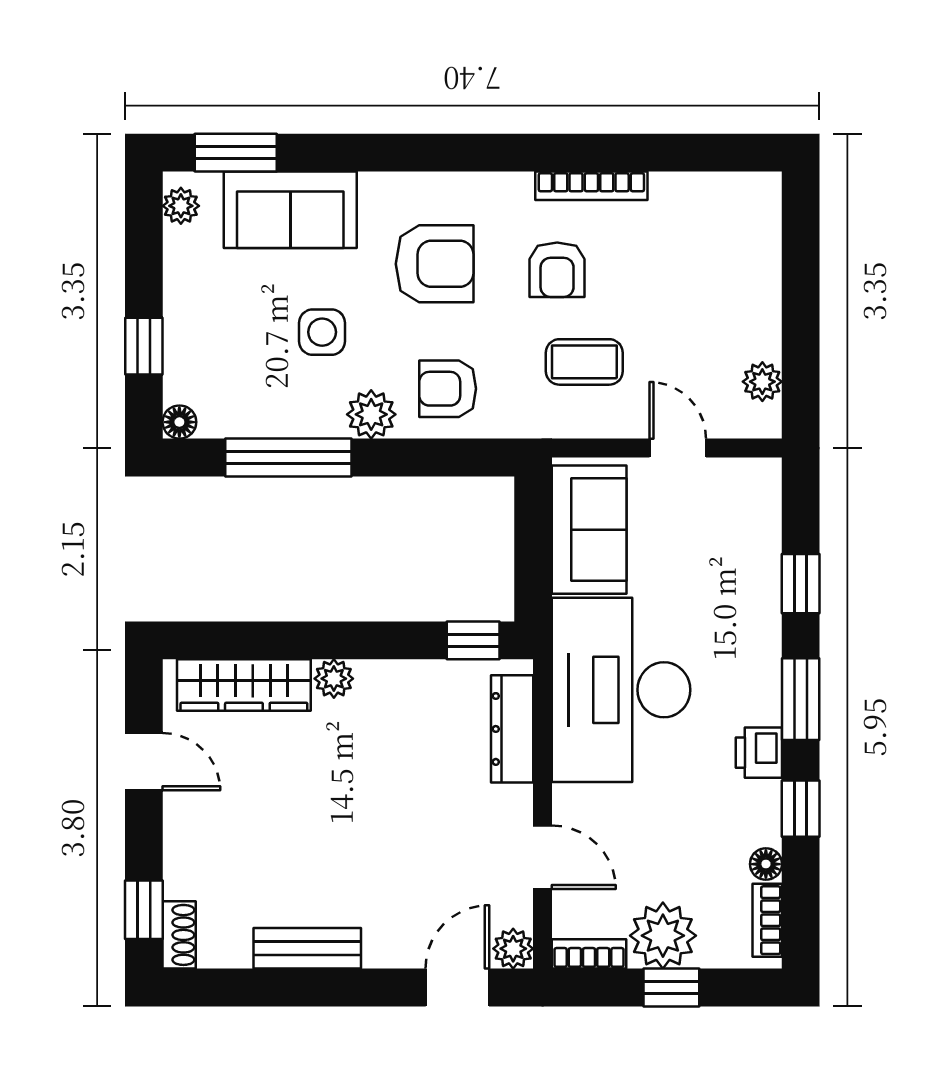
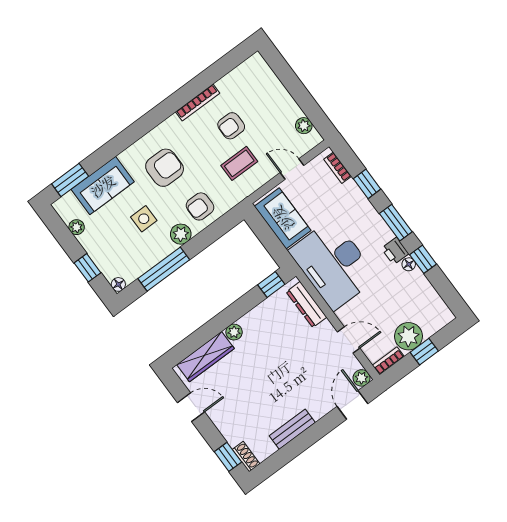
plant: (181, 206) -> (77, 227), moved
armchair: (557, 270) -> (231, 126), moved, turned 90
floor lamp: (766, 864) -> (409, 264), moved
bookcase: (767, 920) -> (338, 168), moved

